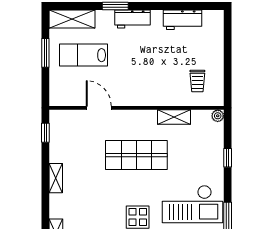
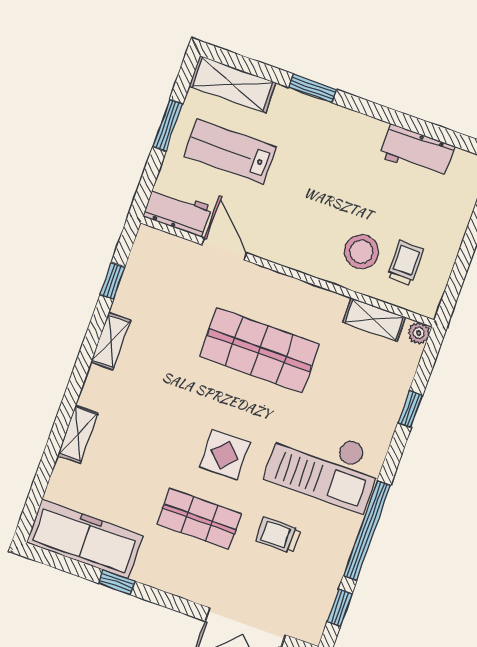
workbench: (132, 19) -> (177, 212), moved, turned 180
trolley: (197, 81) -> (406, 263), turned 180
stool: (172, 83) -> (361, 252), added
shelving: (174, 117) -> (374, 320), moved
window: (45, 133) -> (112, 281), moved

